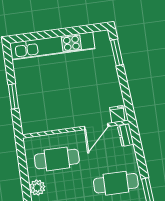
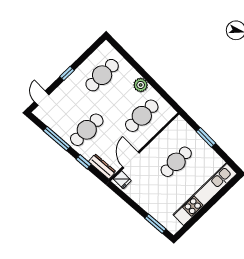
cafe table: (57, 94) -> (176, 162), added
dresser: (126, 135) -> (102, 167), width x1.44
window: (140, 156) -> (84, 162), added

